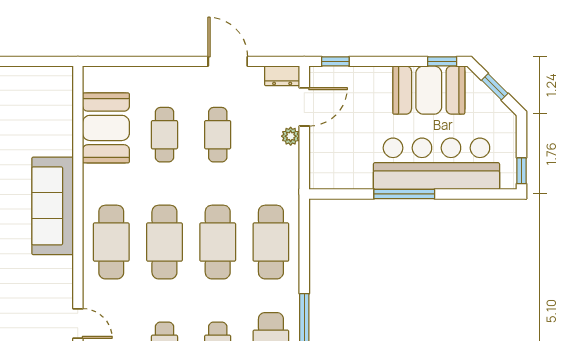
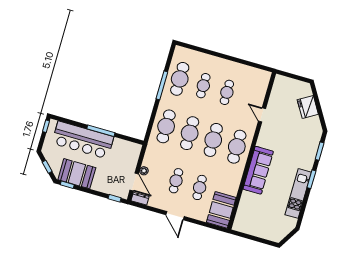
door: (228, 61) -> (175, 216), moved
door: (304, 107) -> (134, 182), swing flipped
booth: (106, 128) -> (221, 210), moved

